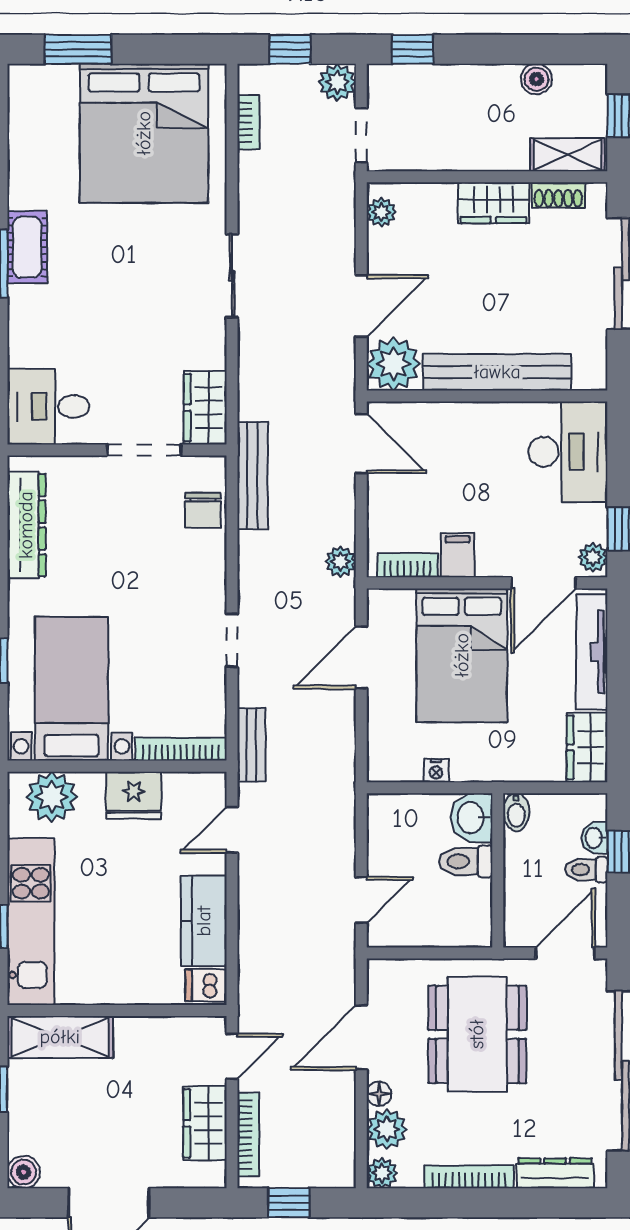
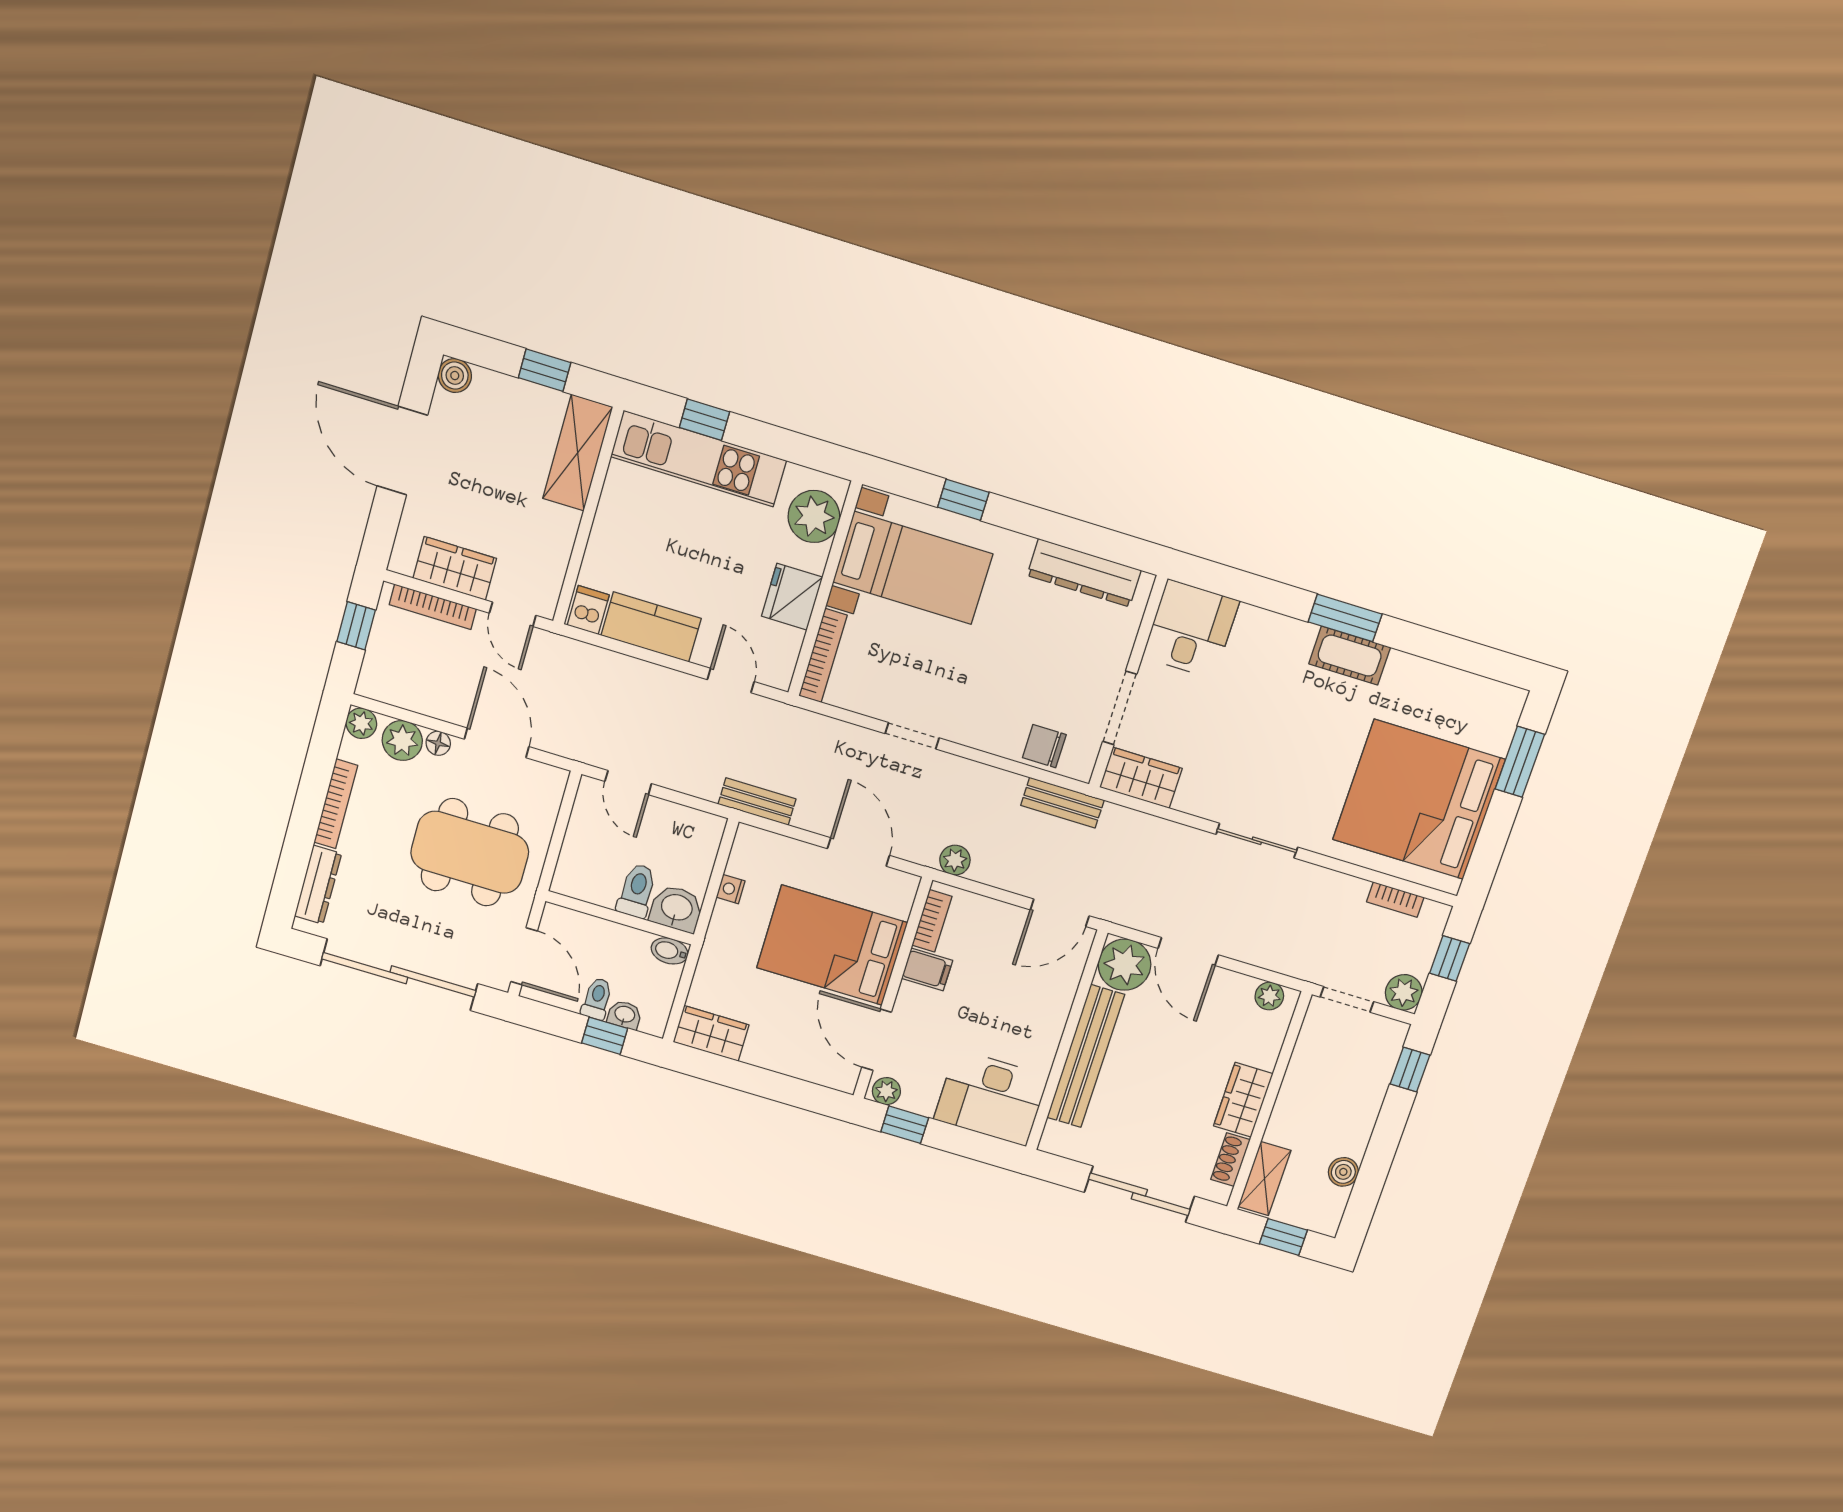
bench: (252, 475) -> (1062, 803), width x0.73
tv unit: (592, 652) -> (799, 1064), removed
bench: (251, 745) -> (757, 802), moved

